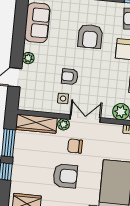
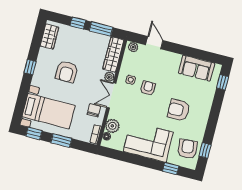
plant: (28, 58) -> (133, 47), moved
double door: (85, 119) -> (111, 95), swing flipped
chair: (75, 146) -> (94, 110), moved

